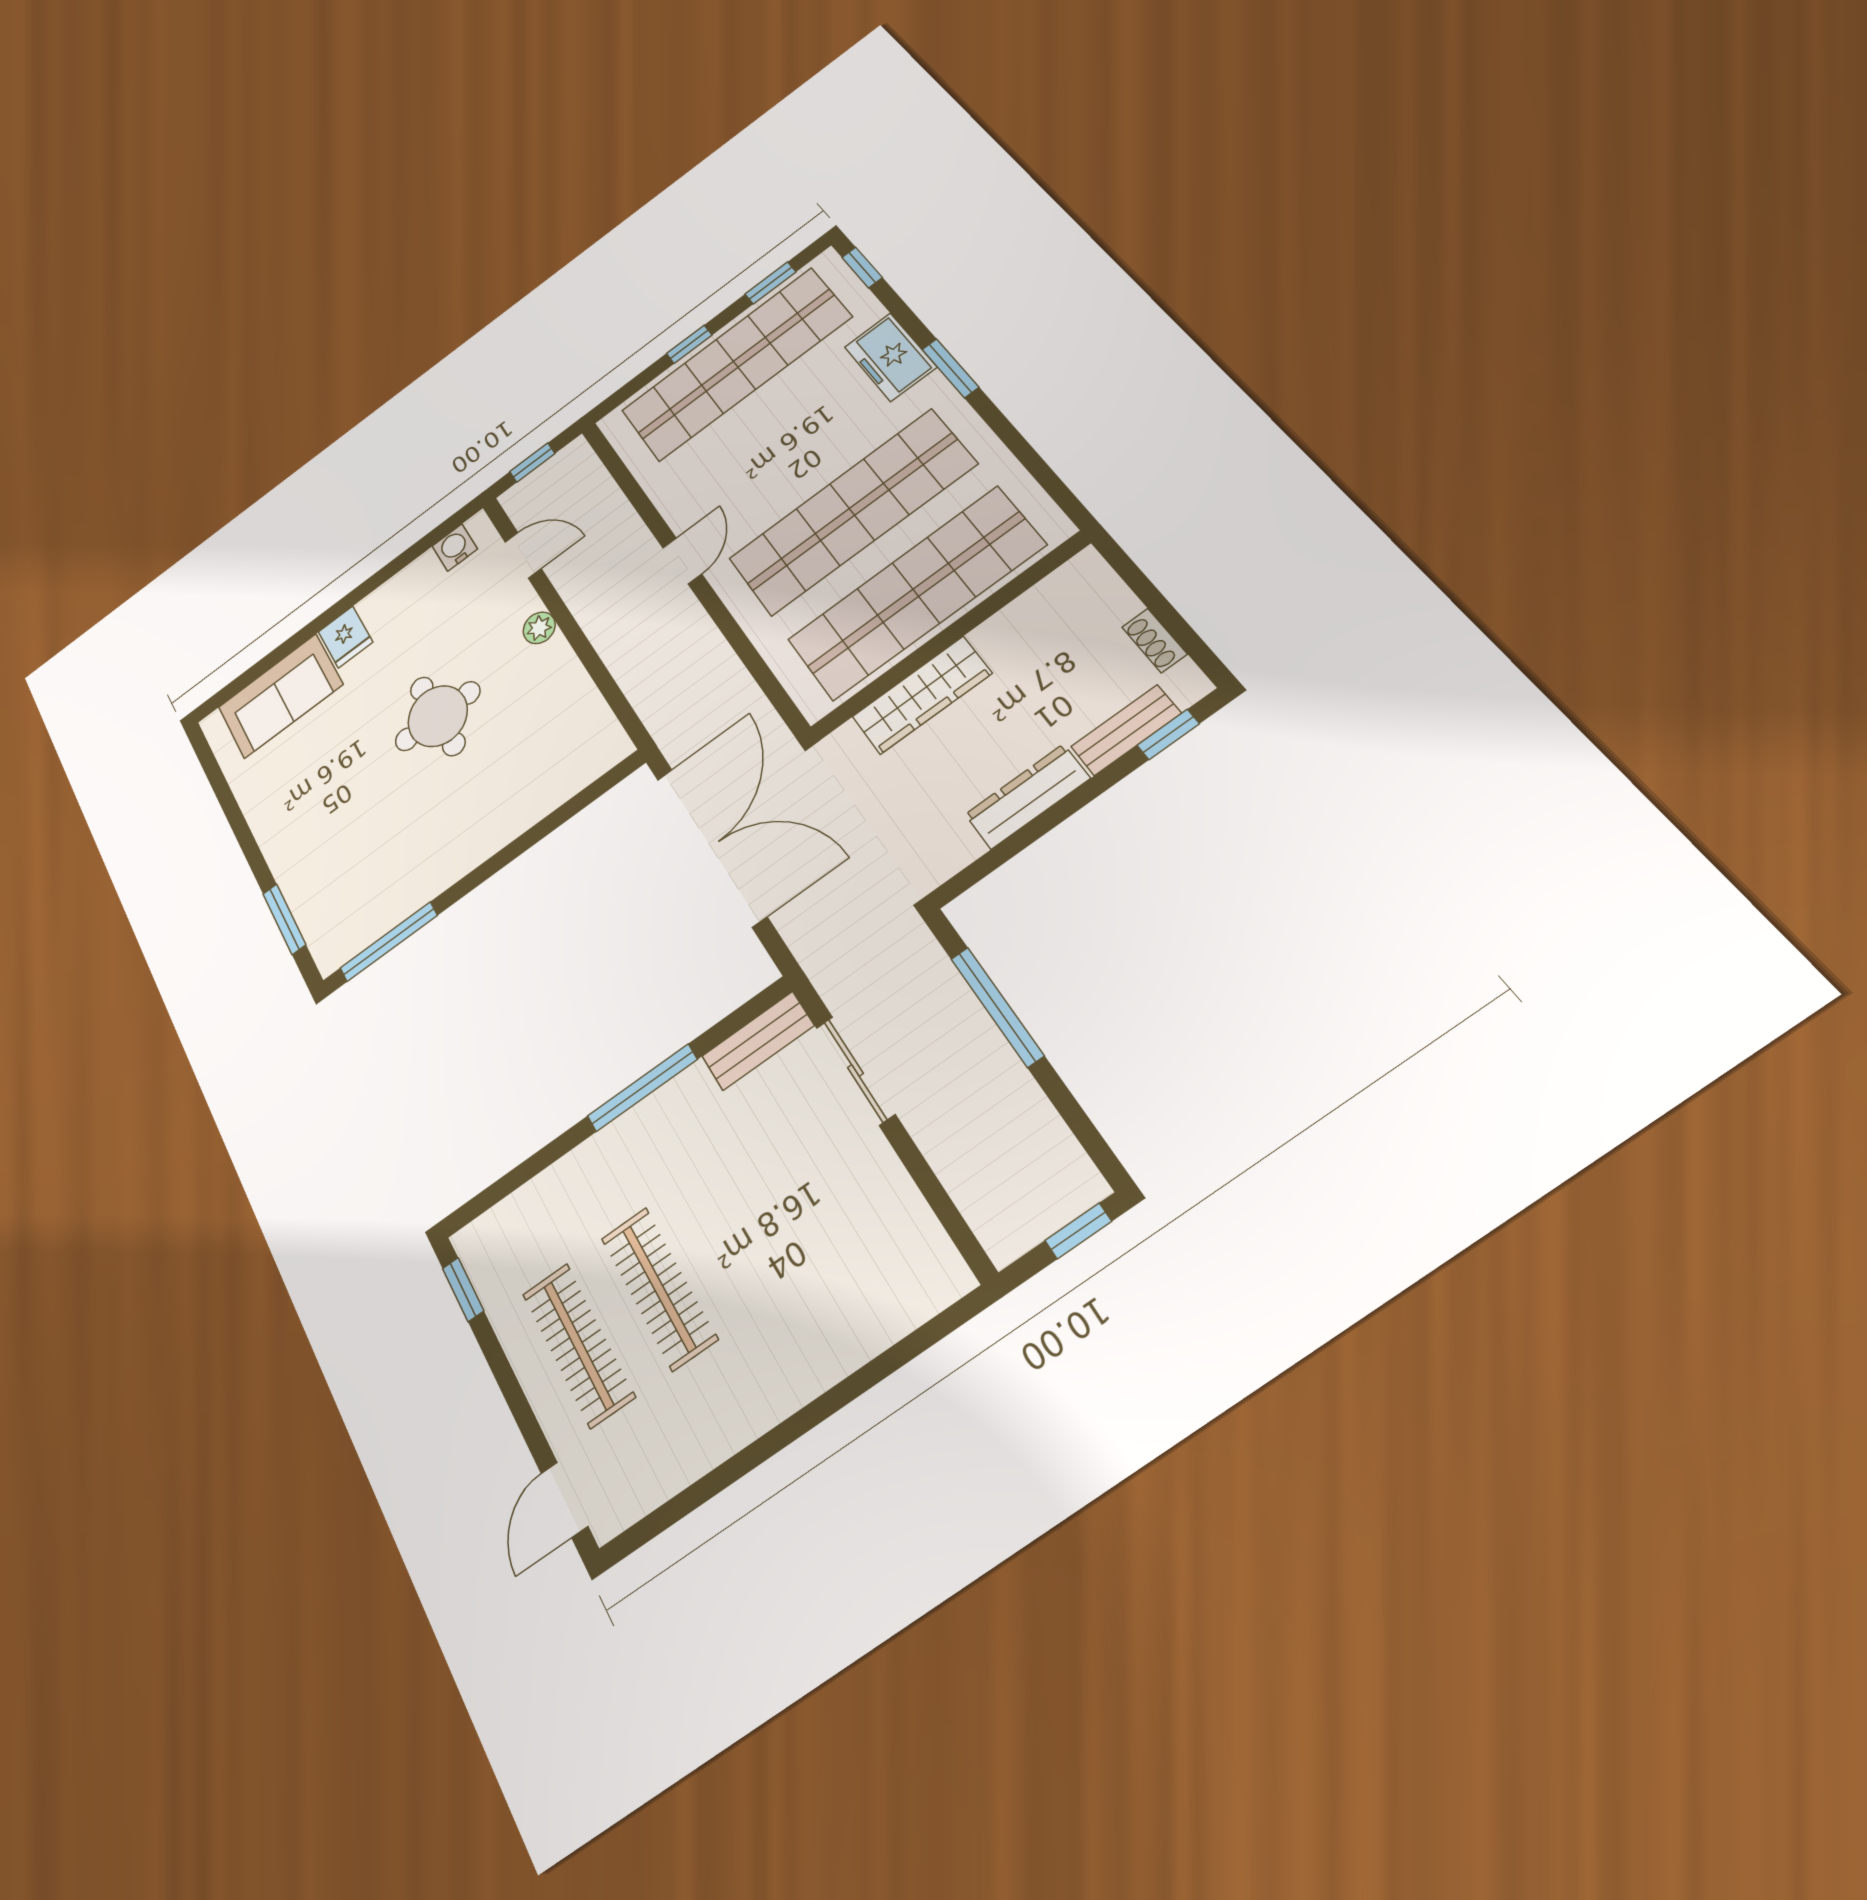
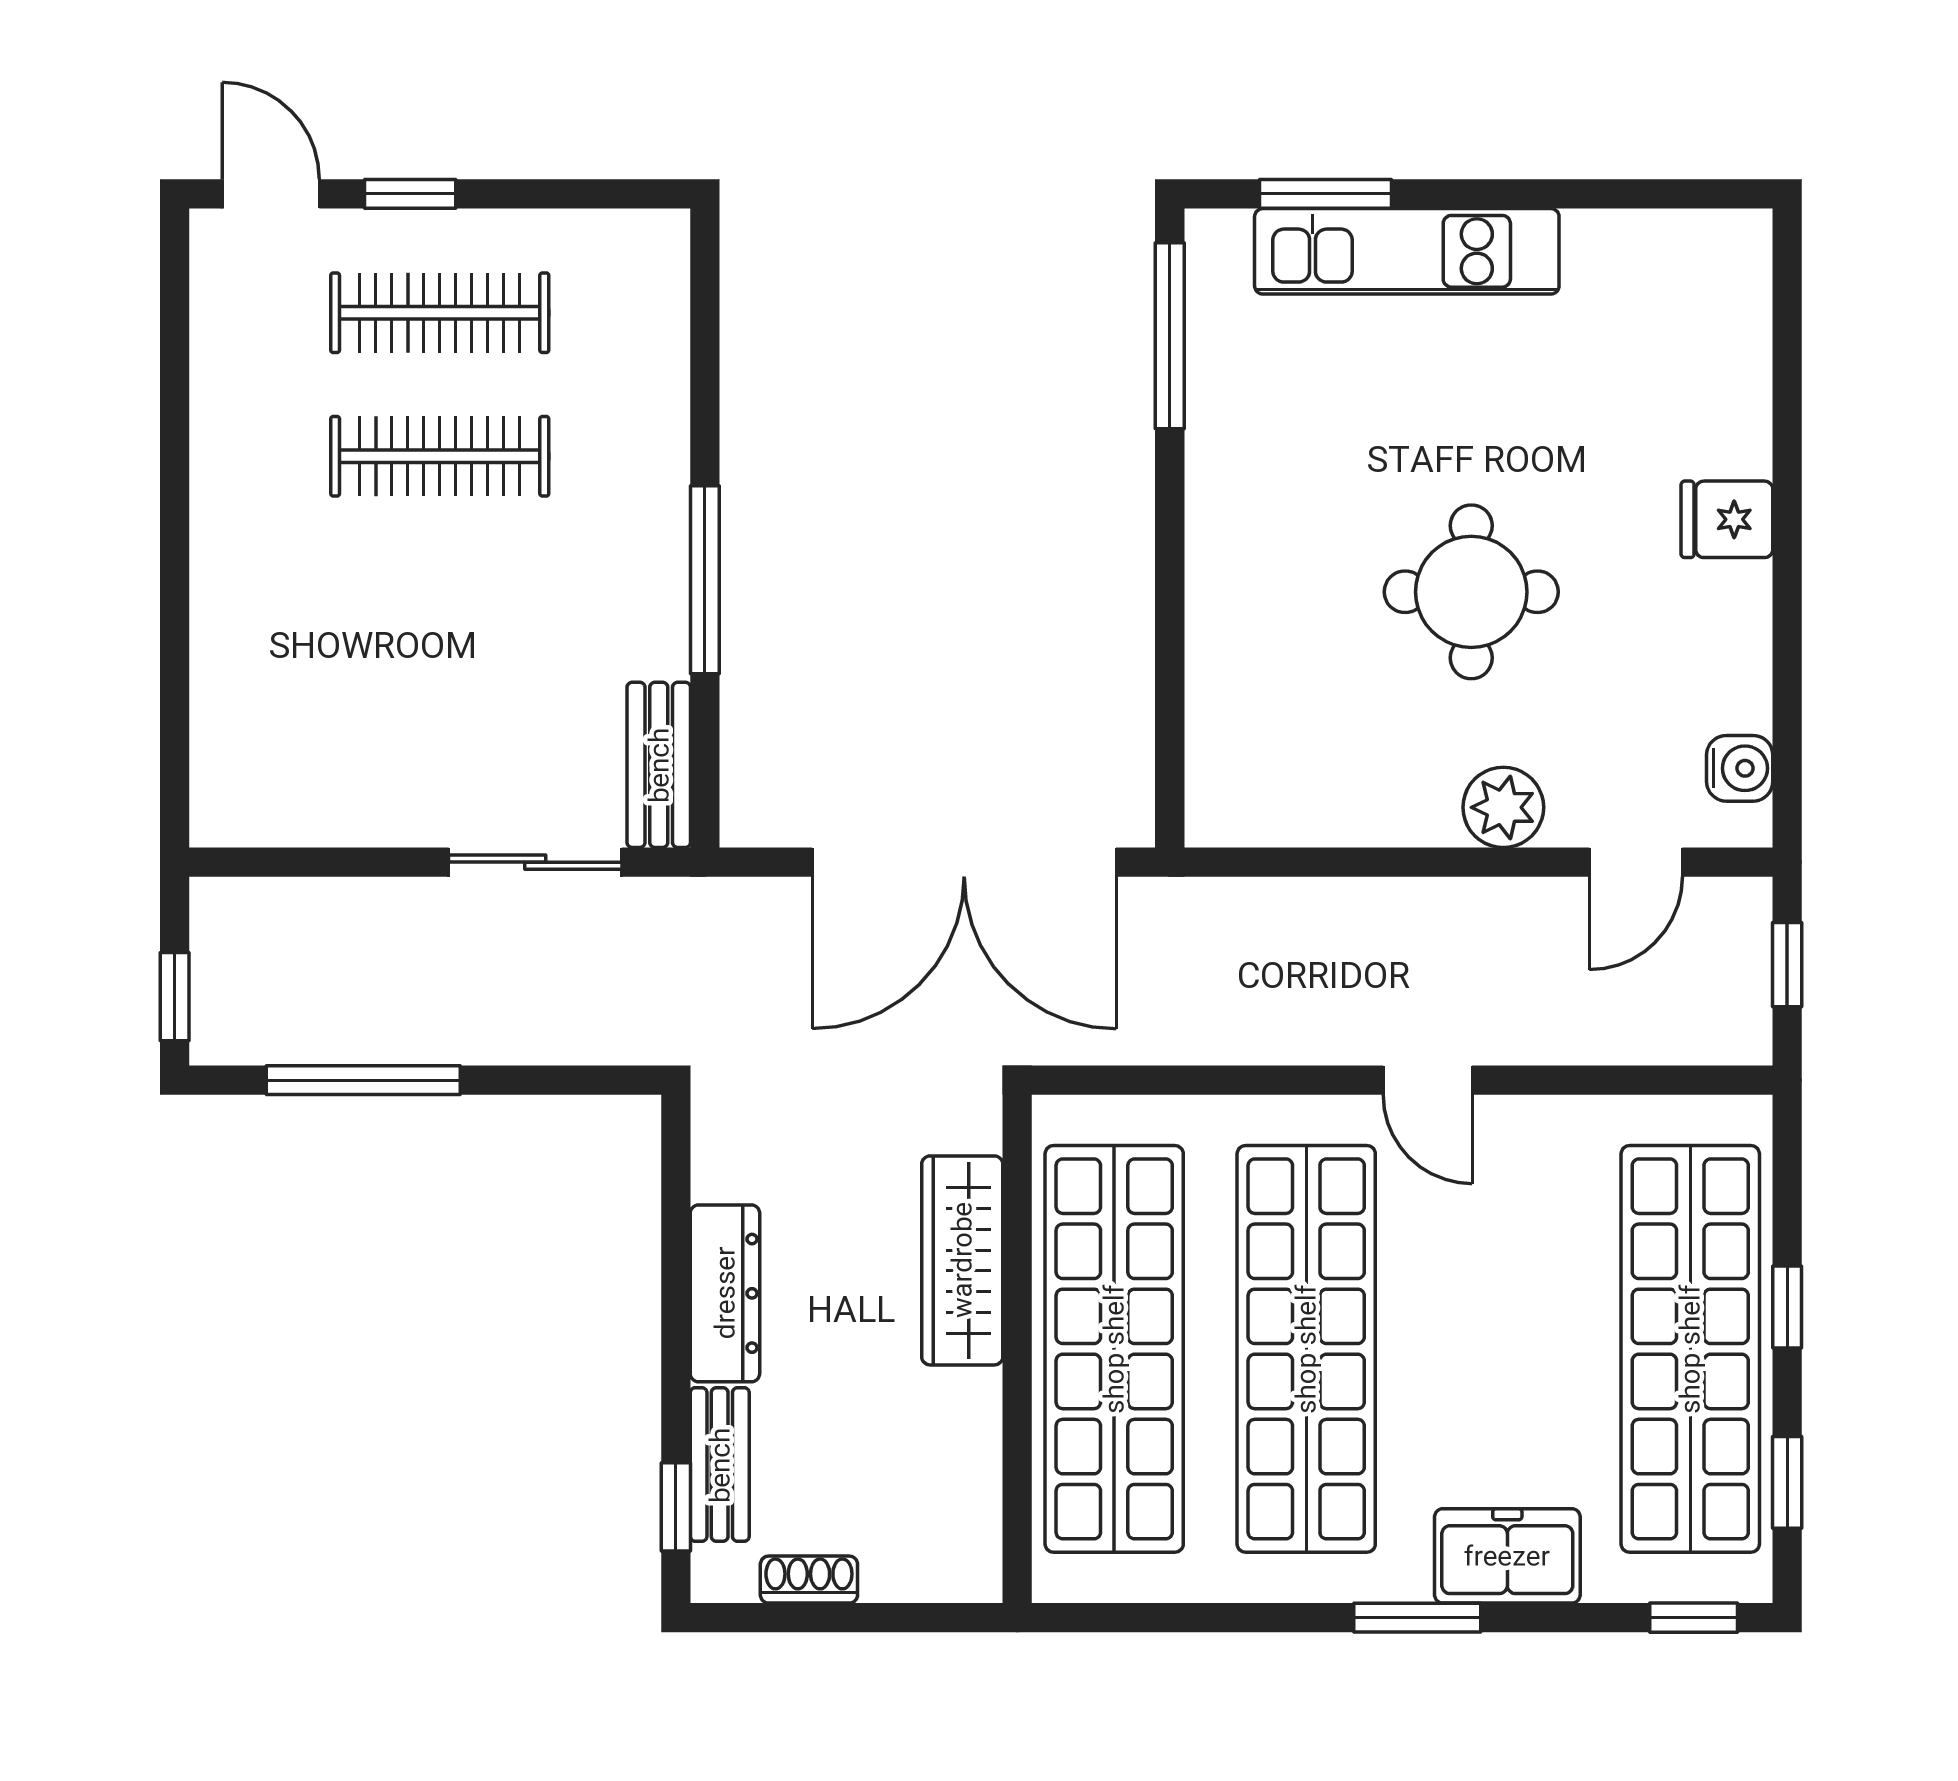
plant: (539, 628) -> (1503, 807), width x1.38, depth x1.38
sofa: (280, 696) -> (1709, 365), removed
kitchen unit: (293, 862) -> (1407, 251), added
window: (997, 1007) -> (363, 1080), moved
window: (463, 1290) -> (410, 194), moved

